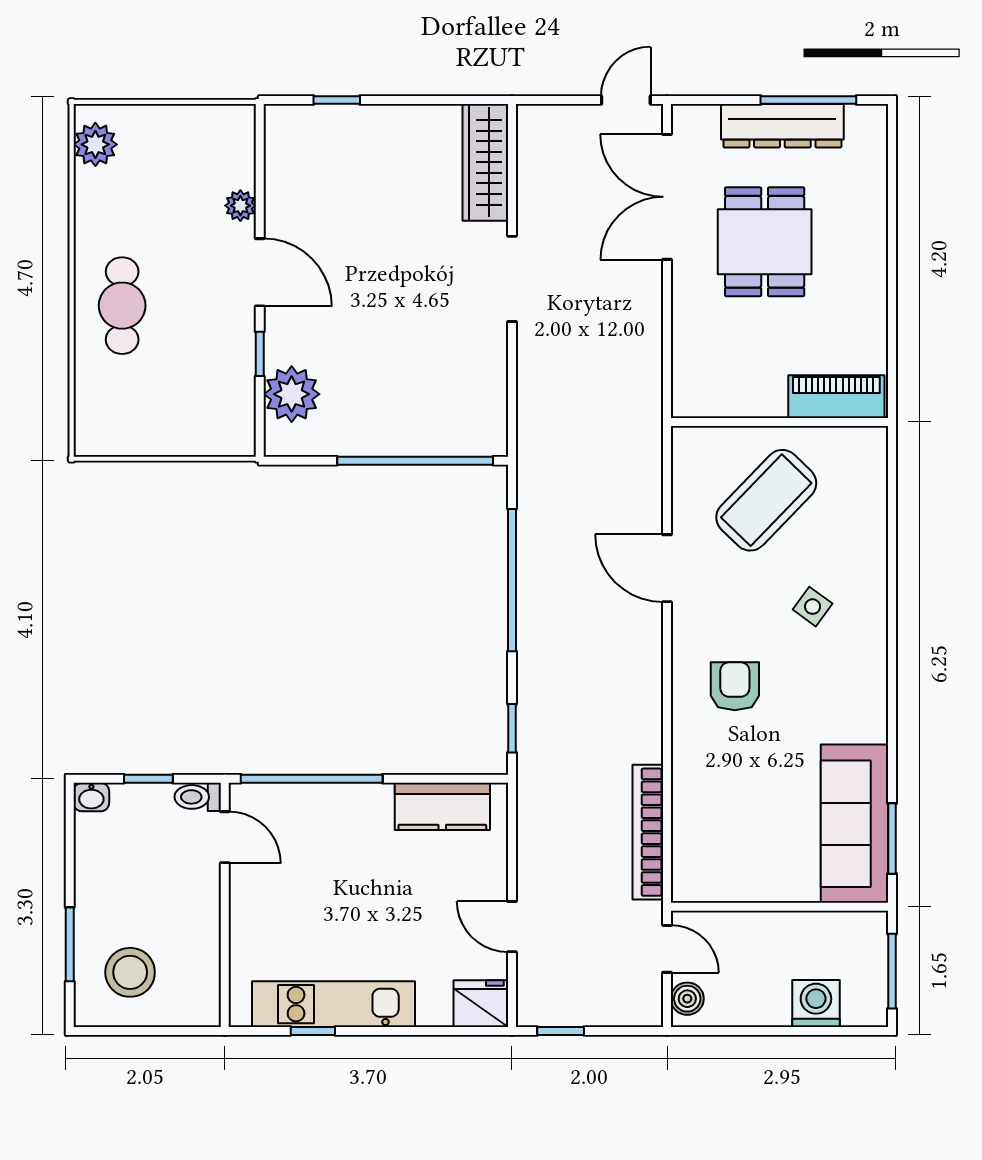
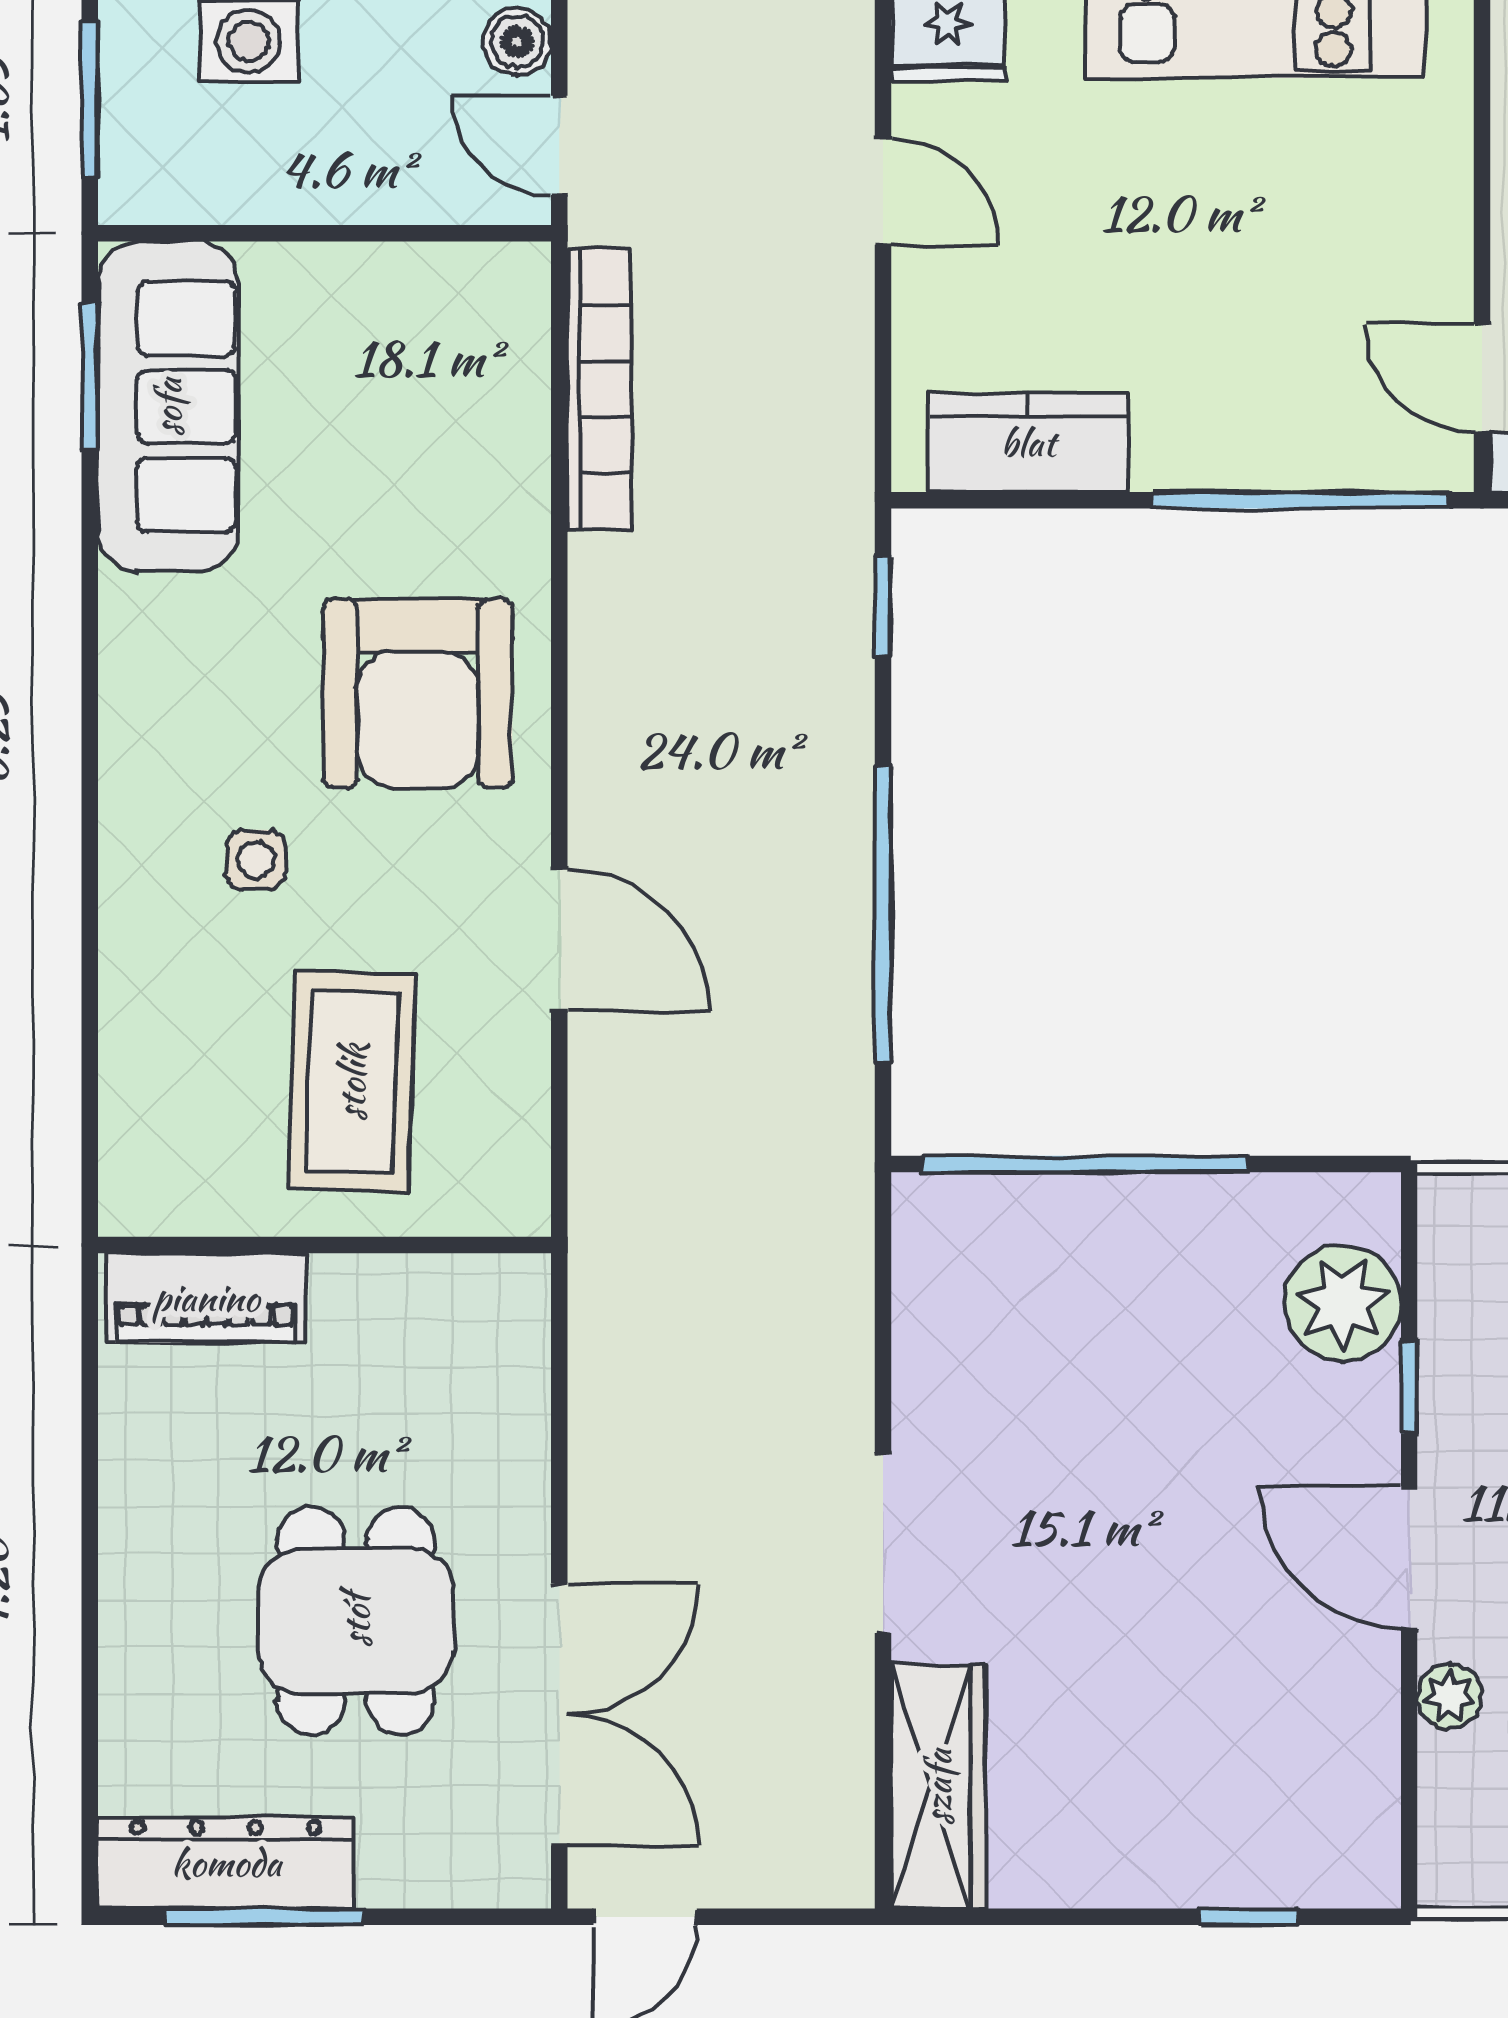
dresser: (782, 126) -> (226, 1863), moved
coffee table: (766, 500) -> (352, 1082), turned -42
side table: (813, 607) -> (256, 860), turned -36
armchair: (735, 686) -> (418, 693), width x1.88, depth x1.88

